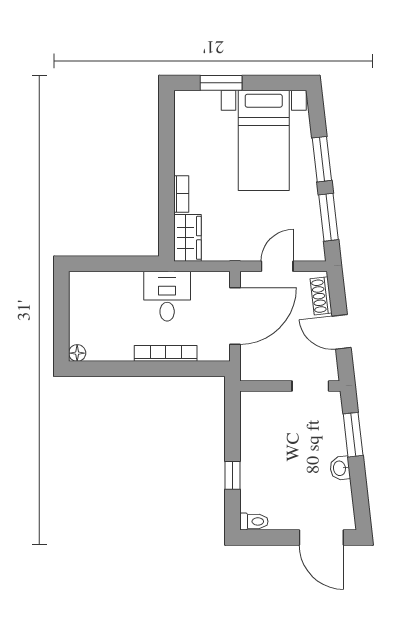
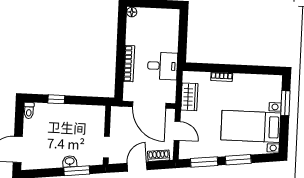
wardrobe: (187, 238) -> (189, 97), moved, turned -90
washbasin: (340, 468) -> (70, 161), moved

